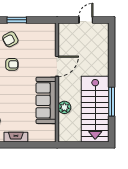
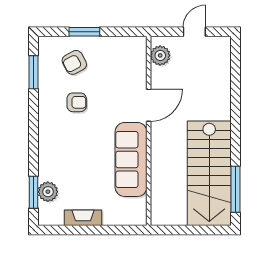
window: (112, 102) -> (235, 189), moved
plant: (64, 107) -> (160, 55), moved

